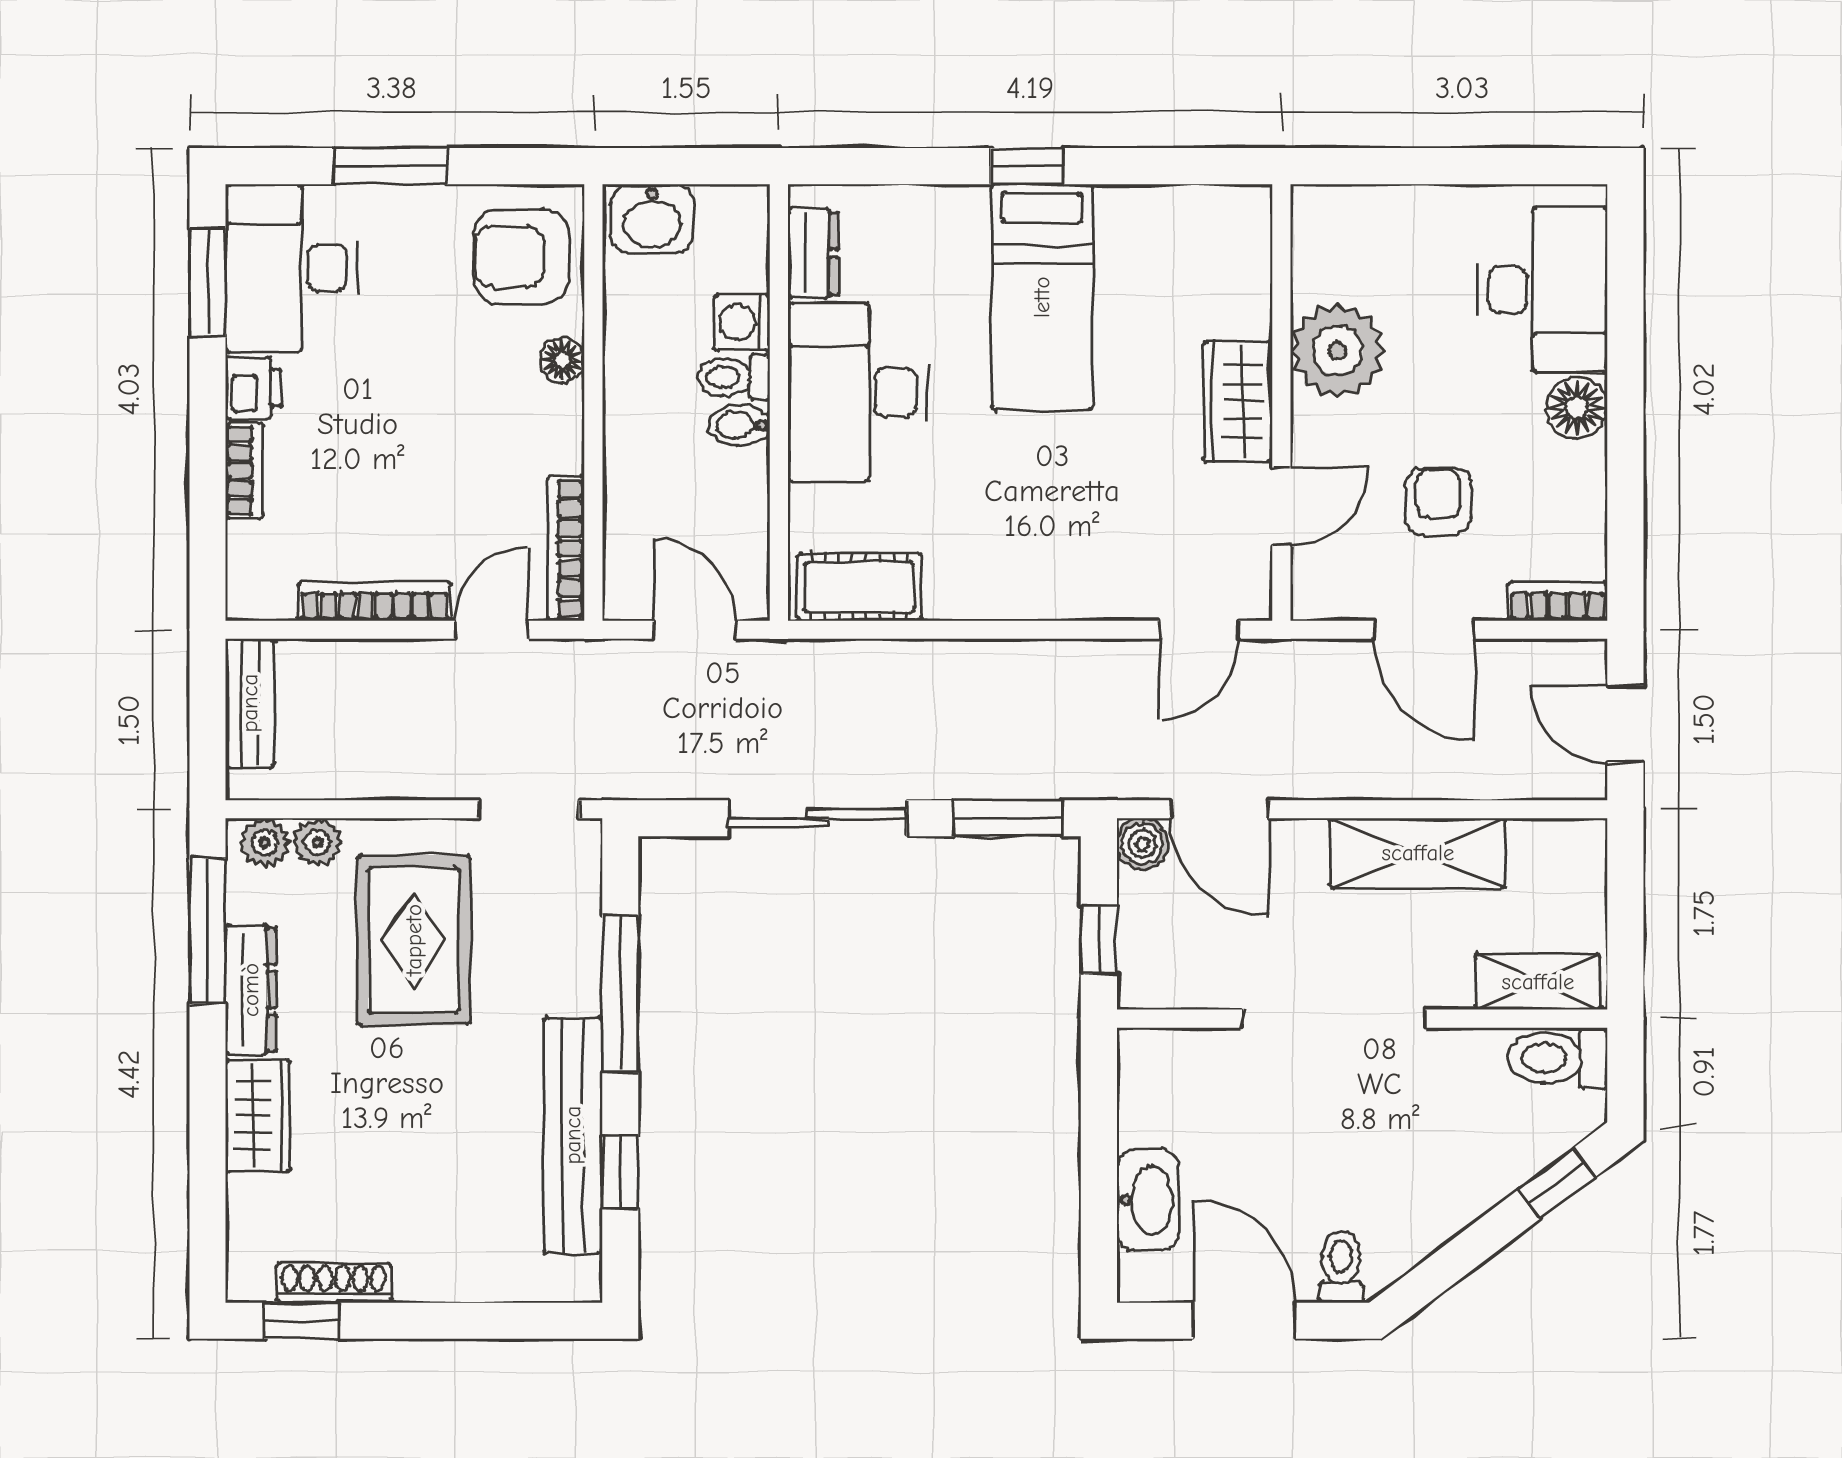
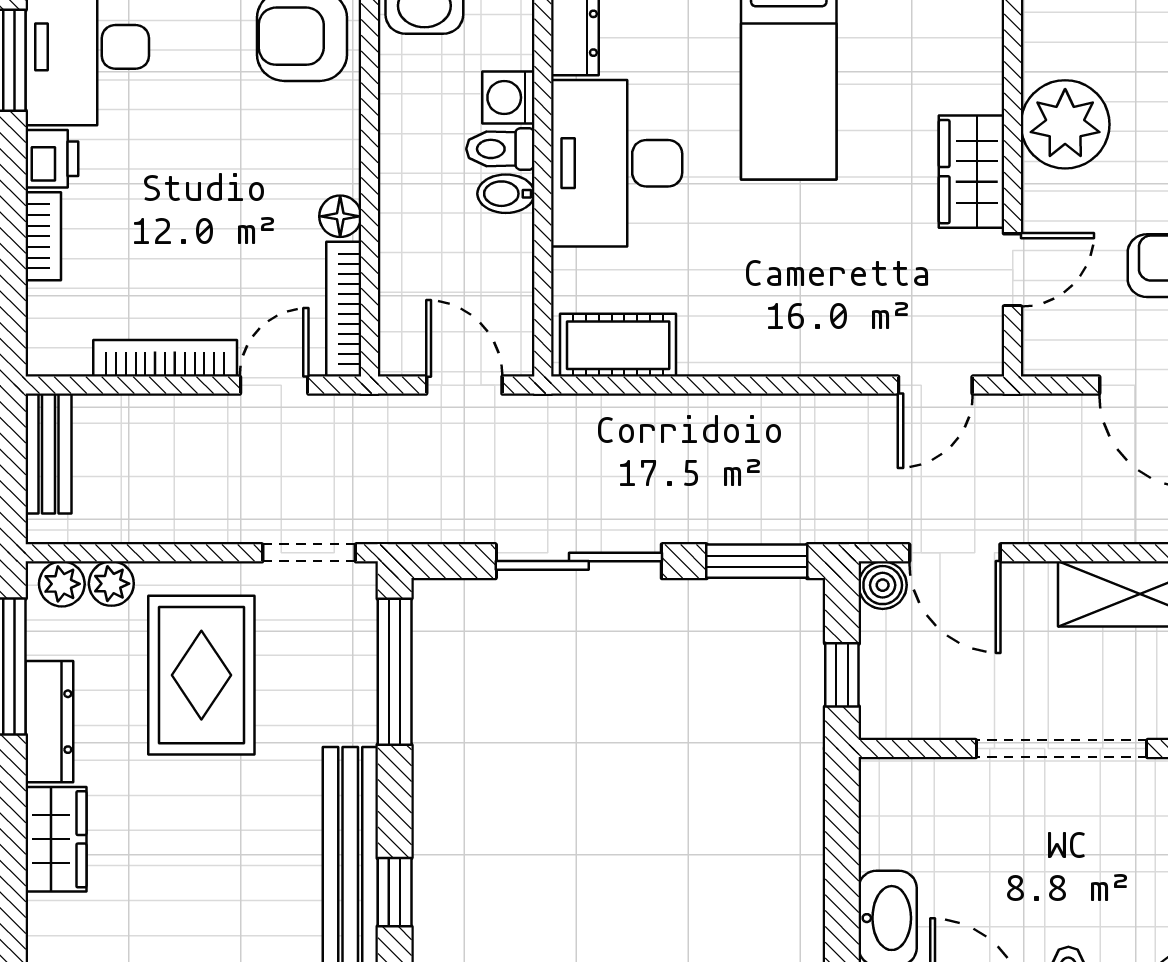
floor lamp: (562, 360) -> (340, 216), moved
window: (620, 993) -> (395, 672), moved

